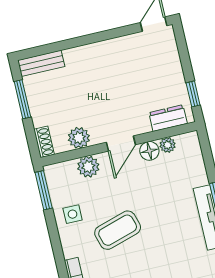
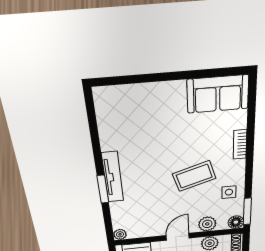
plant: (168, 145) -> (120, 234), moved
floor lamp: (149, 151) -> (236, 222), moved

